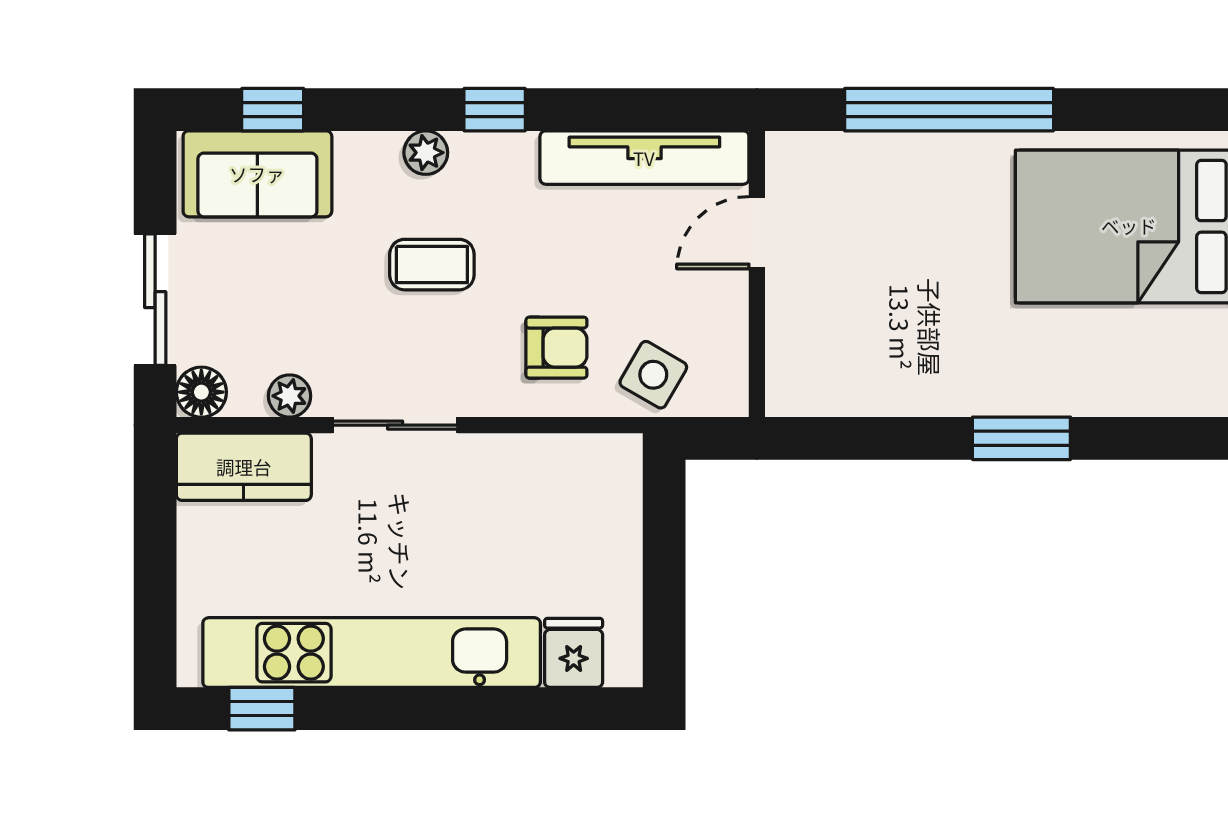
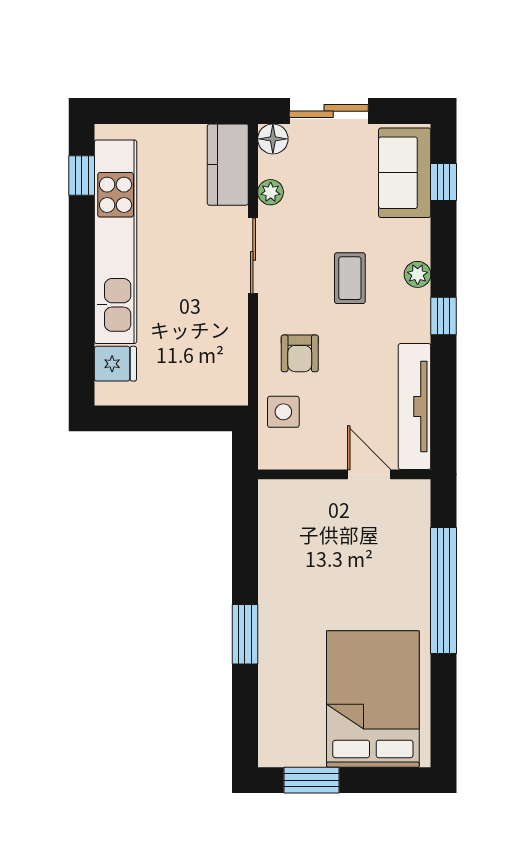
side table: (653, 375) -> (283, 412), turned -30

